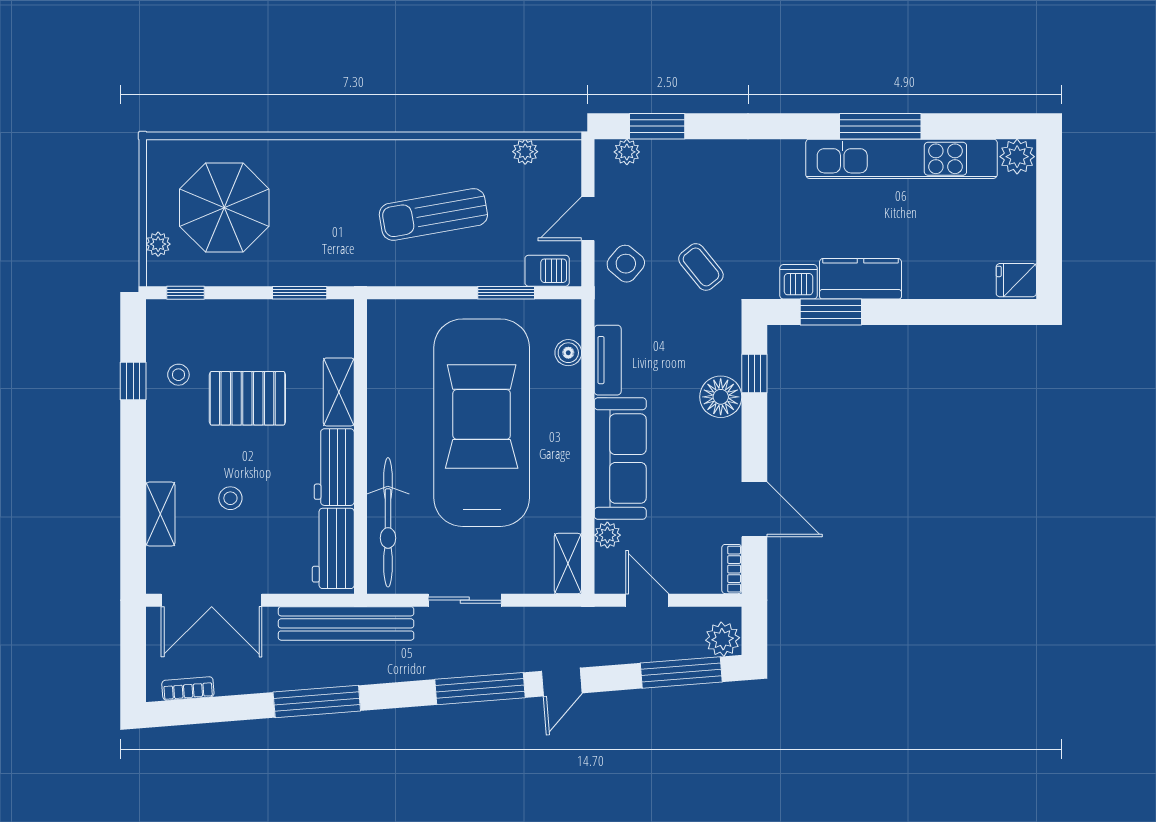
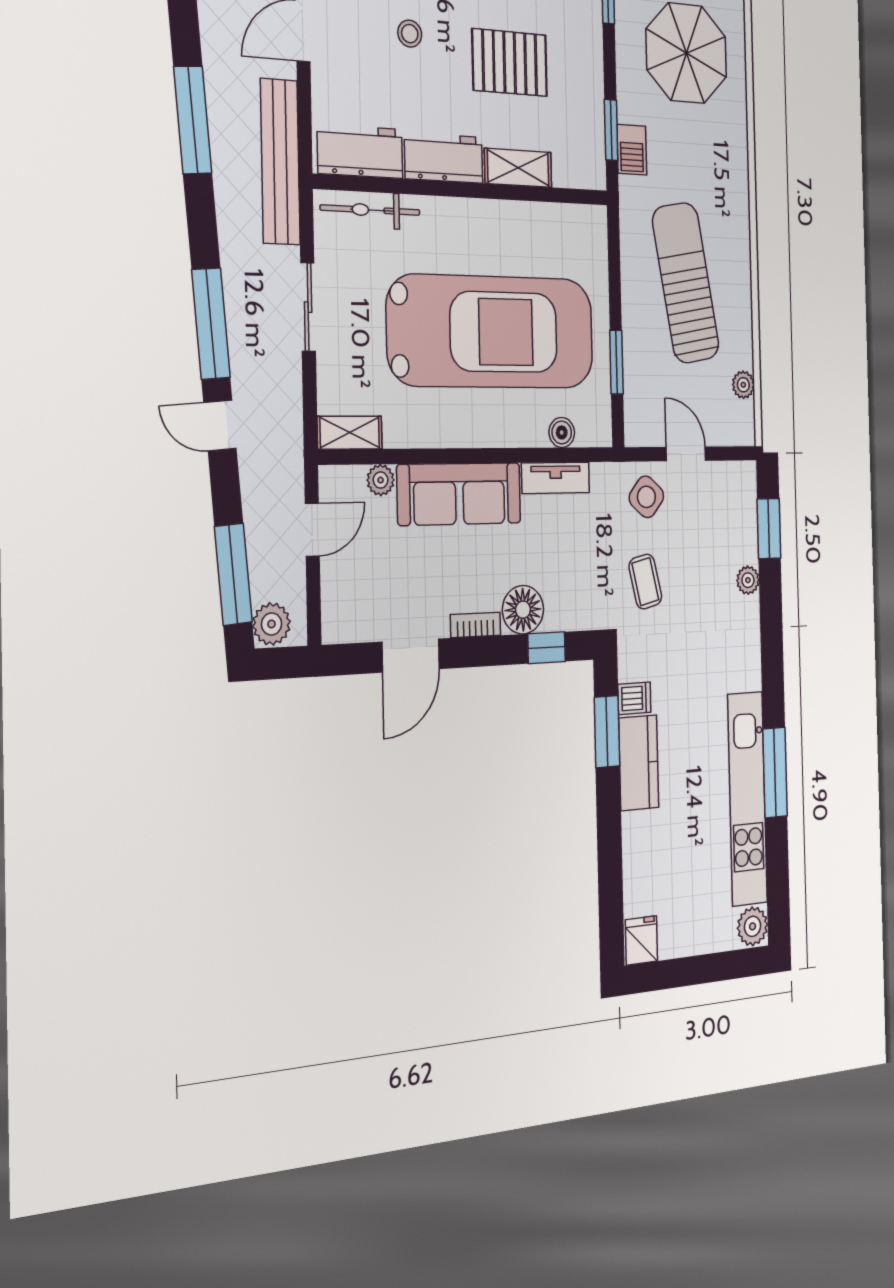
plant: (627, 152) -> (748, 580), moved
sun lounger: (433, 214) -> (686, 283), width x1.36, depth x1.34
coffee table: (701, 267) -> (645, 582), turned -64
barbecue: (547, 271) -> (632, 150), moved
dishwasher: (798, 282) -> (634, 698), width x0.73
pallet: (247, 398) -> (510, 63), turned 90
bicycle: (388, 522) -> (370, 210), width x0.73, depth x0.71
bookcase: (732, 569) -> (476, 625), moved

